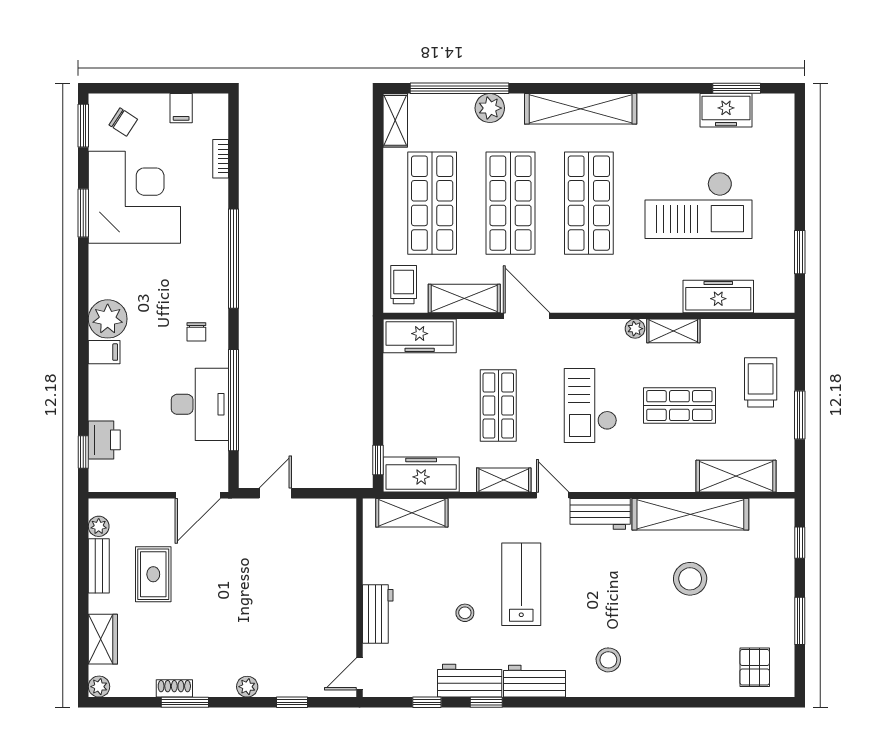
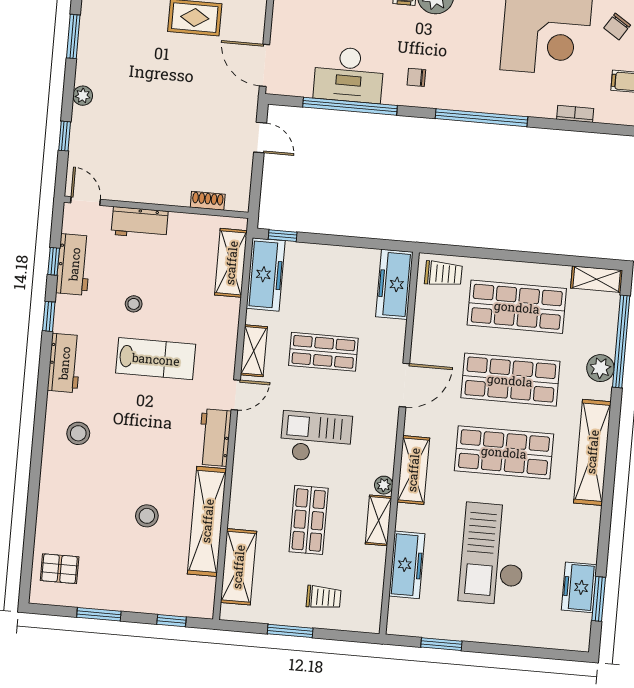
shelving: (464, 298) -> (413, 470), moved
trolley: (761, 382) -> (324, 597), width x0.73, depth x0.72
stool: (690, 579) -> (147, 516), width x0.73, depth x0.73
workbench: (470, 681) -> (74, 264), moved
shoe rack: (174, 688) -> (208, 201), moved, turned -90

